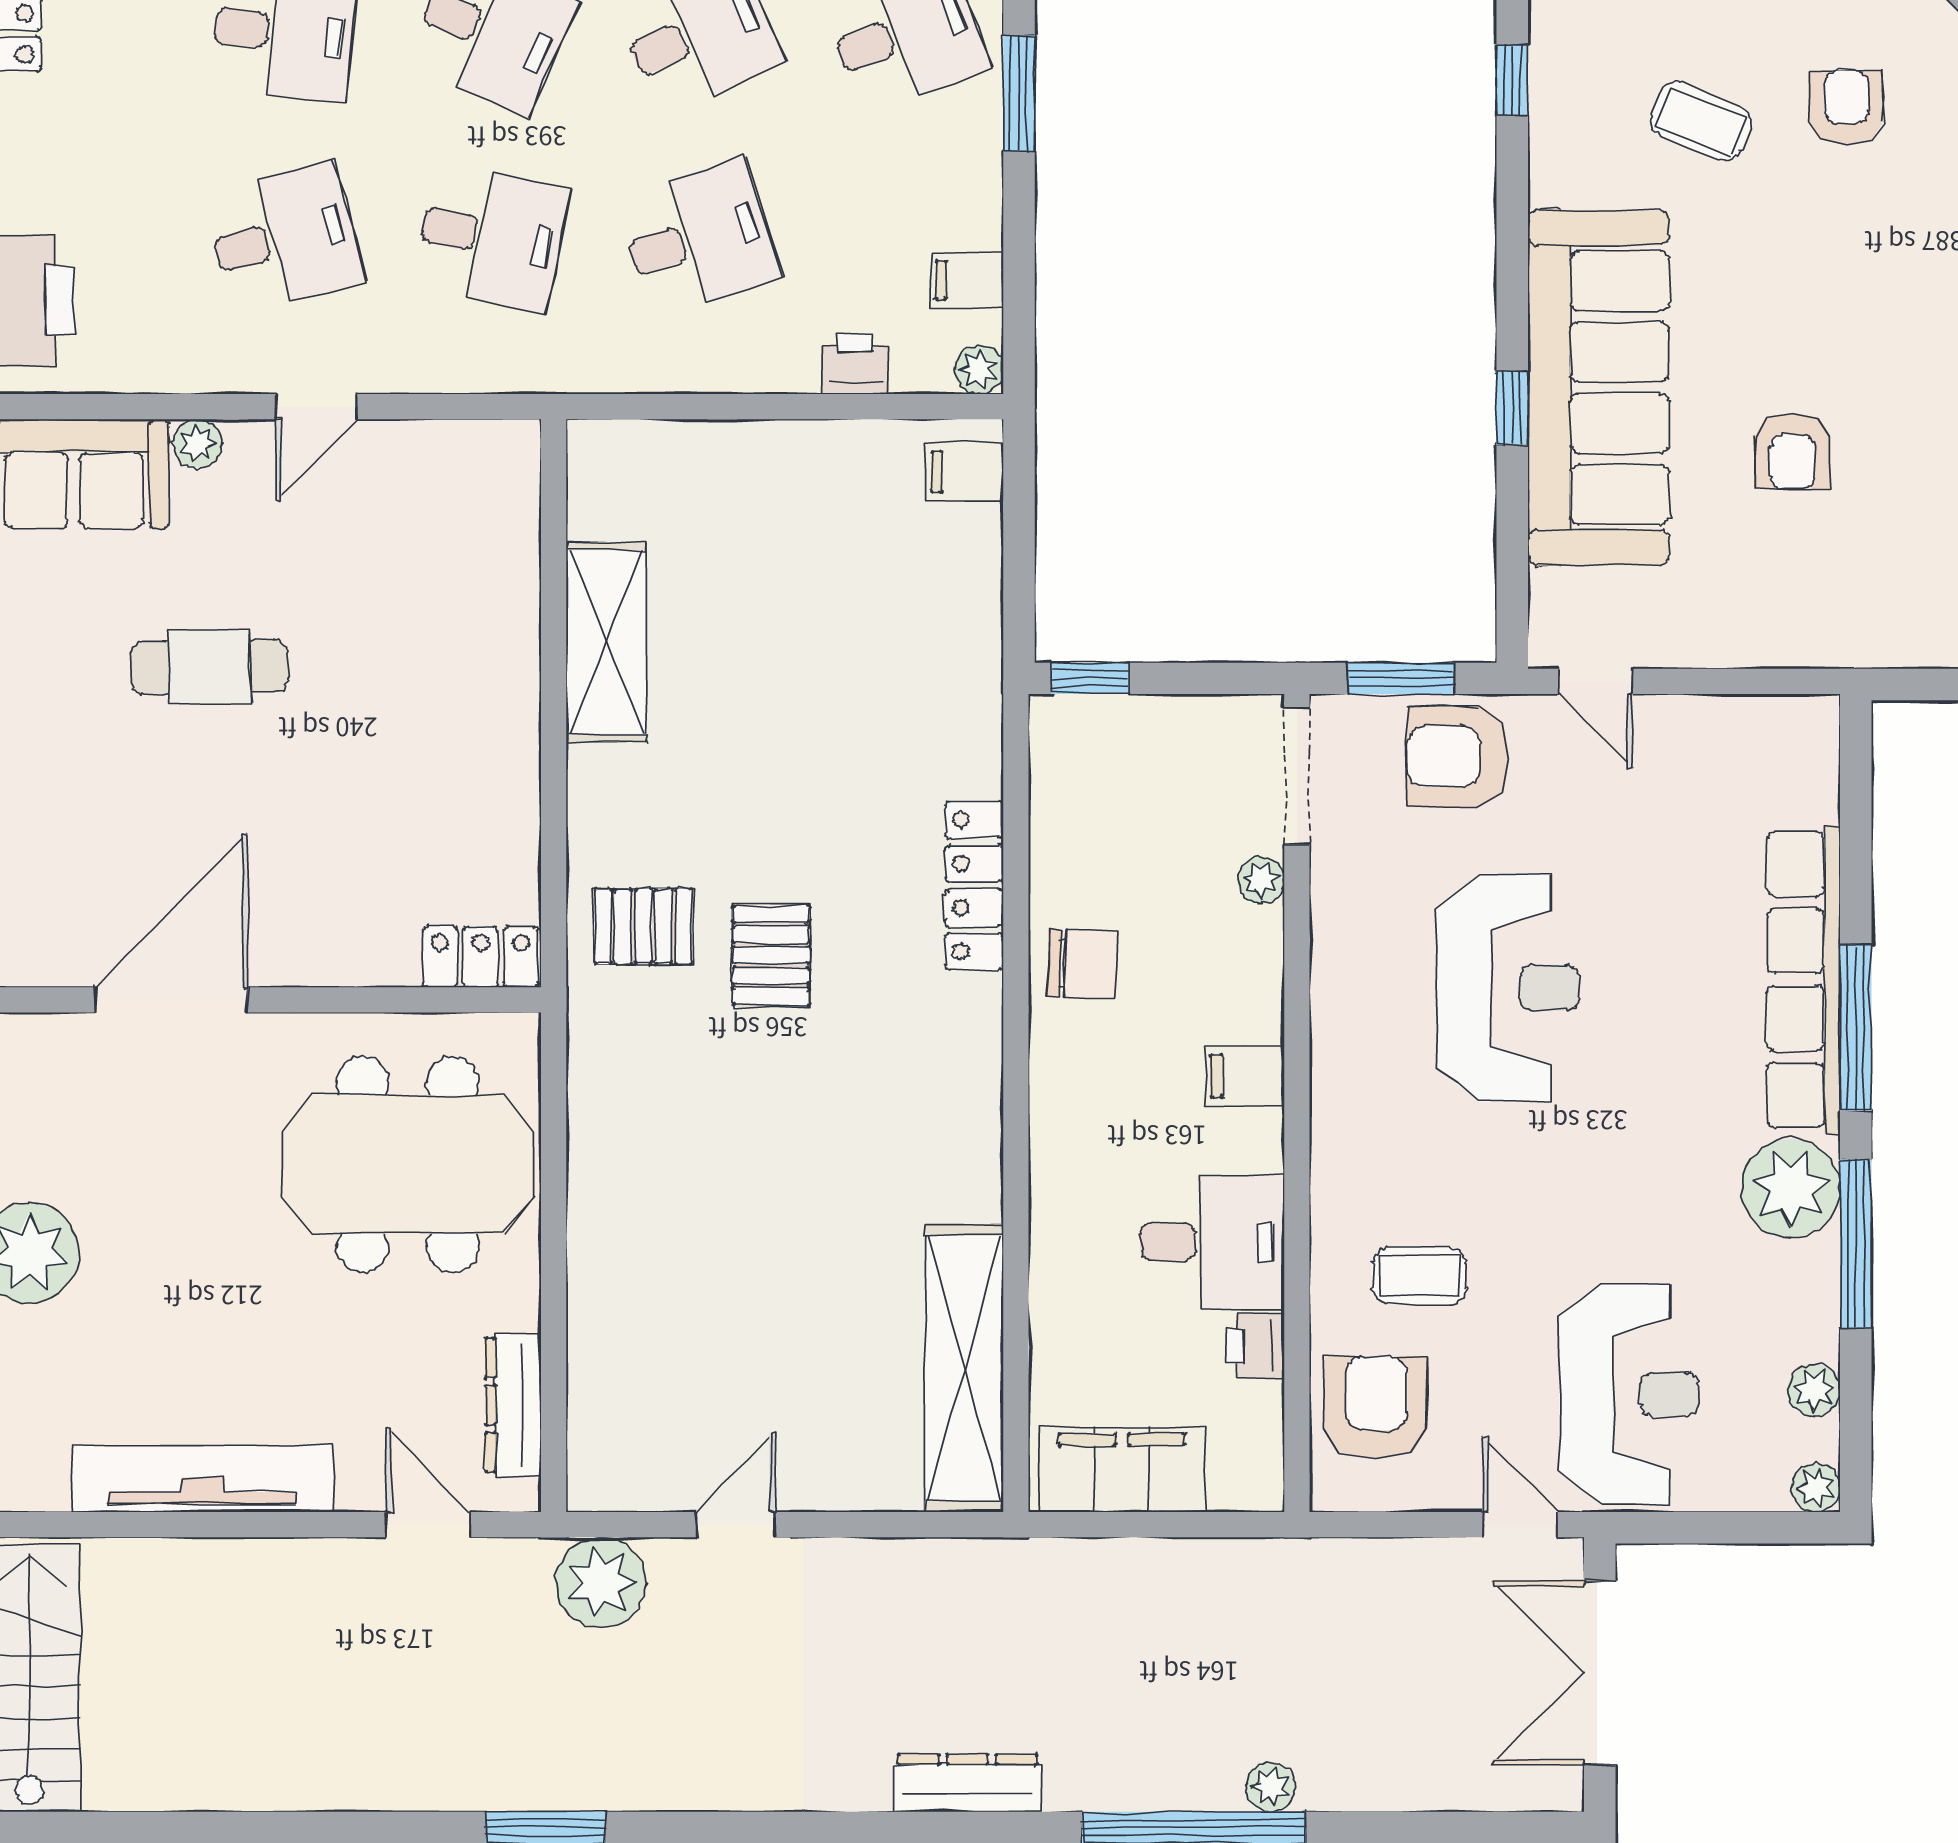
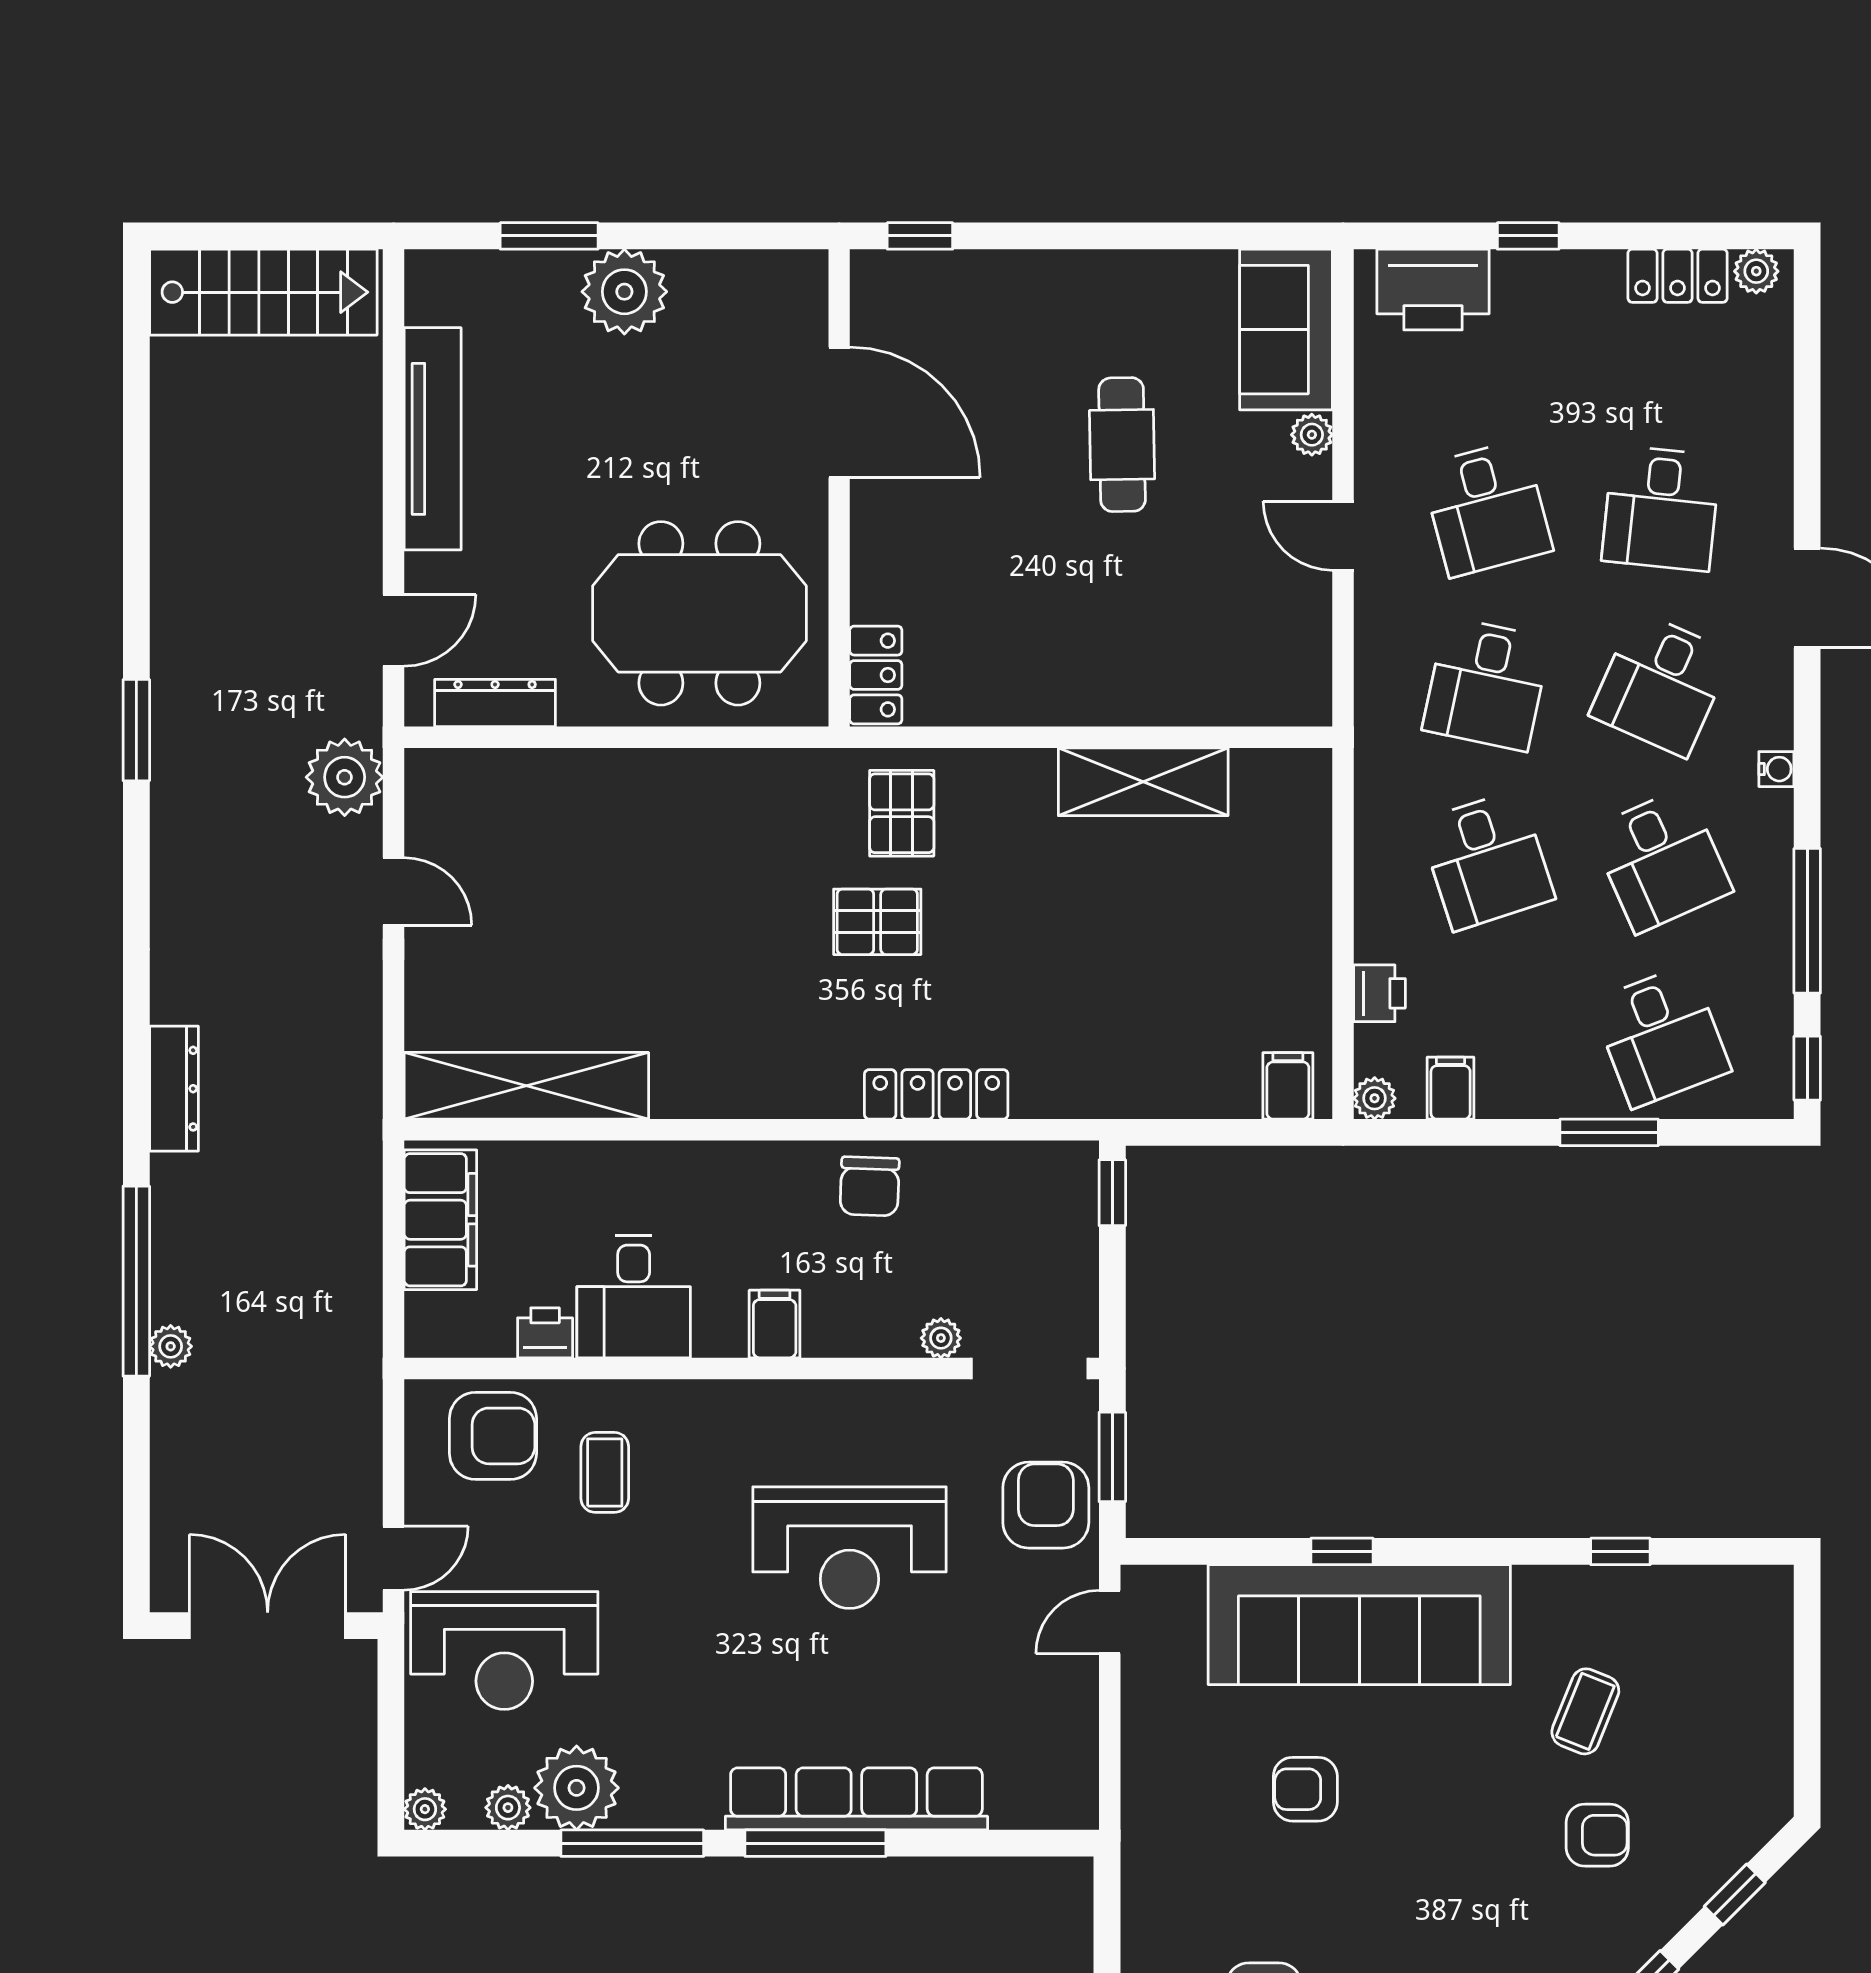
meeting table: (408, 1165) -> (699, 613), turned 90
plant: (1791, 1188) -> (577, 1788), moved

